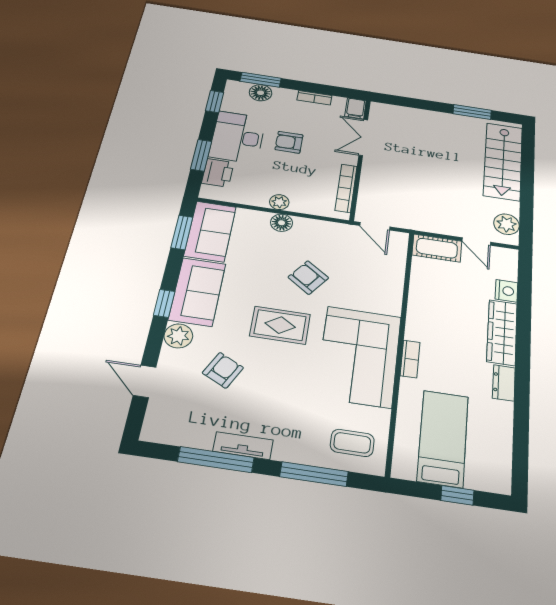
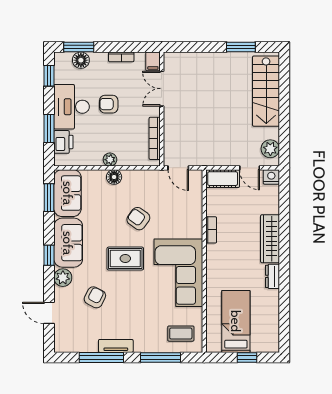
nightstand: (506, 291) -> (271, 177), moved, turned -90
bookcase: (410, 359) -> (211, 230), moved

